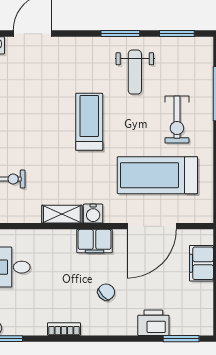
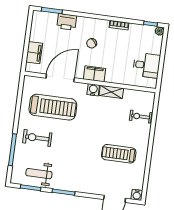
weight bench: (135, 72) -> (39, 174), moved, turned -90
exercise bike: (177, 120) -> (37, 138), turned -90
treadmill: (89, 122) -> (119, 154), moved, turned 90

